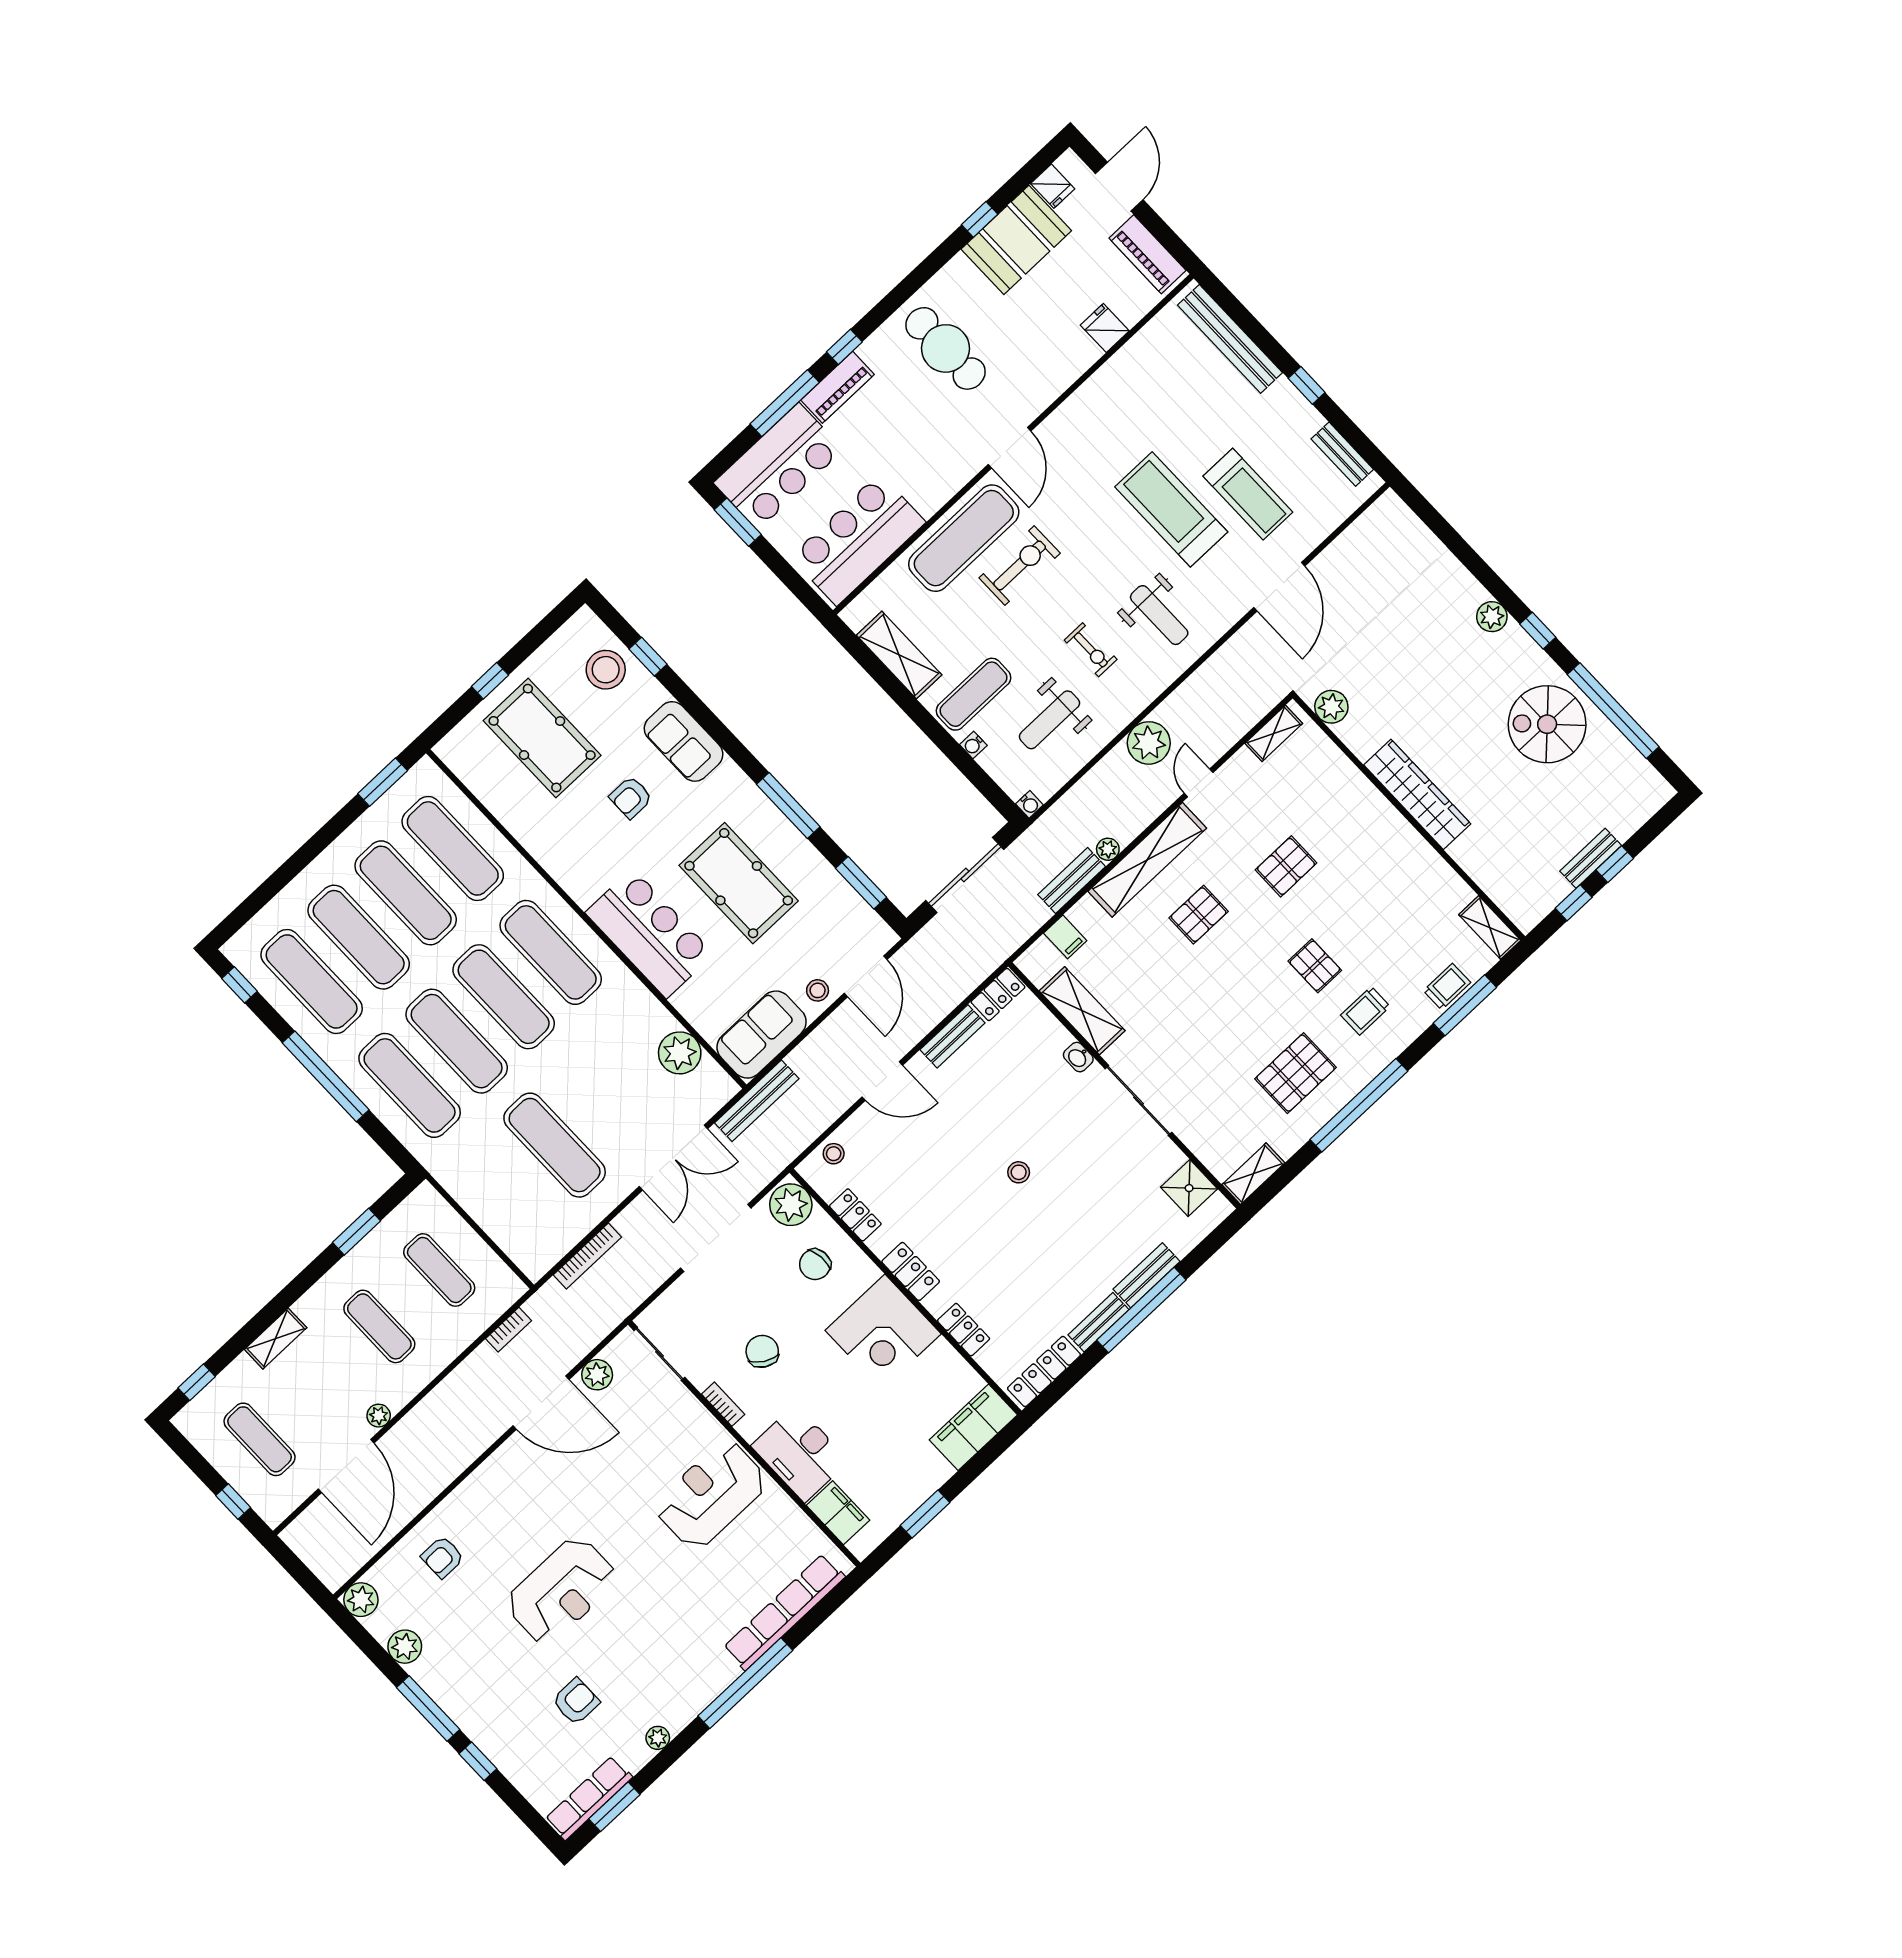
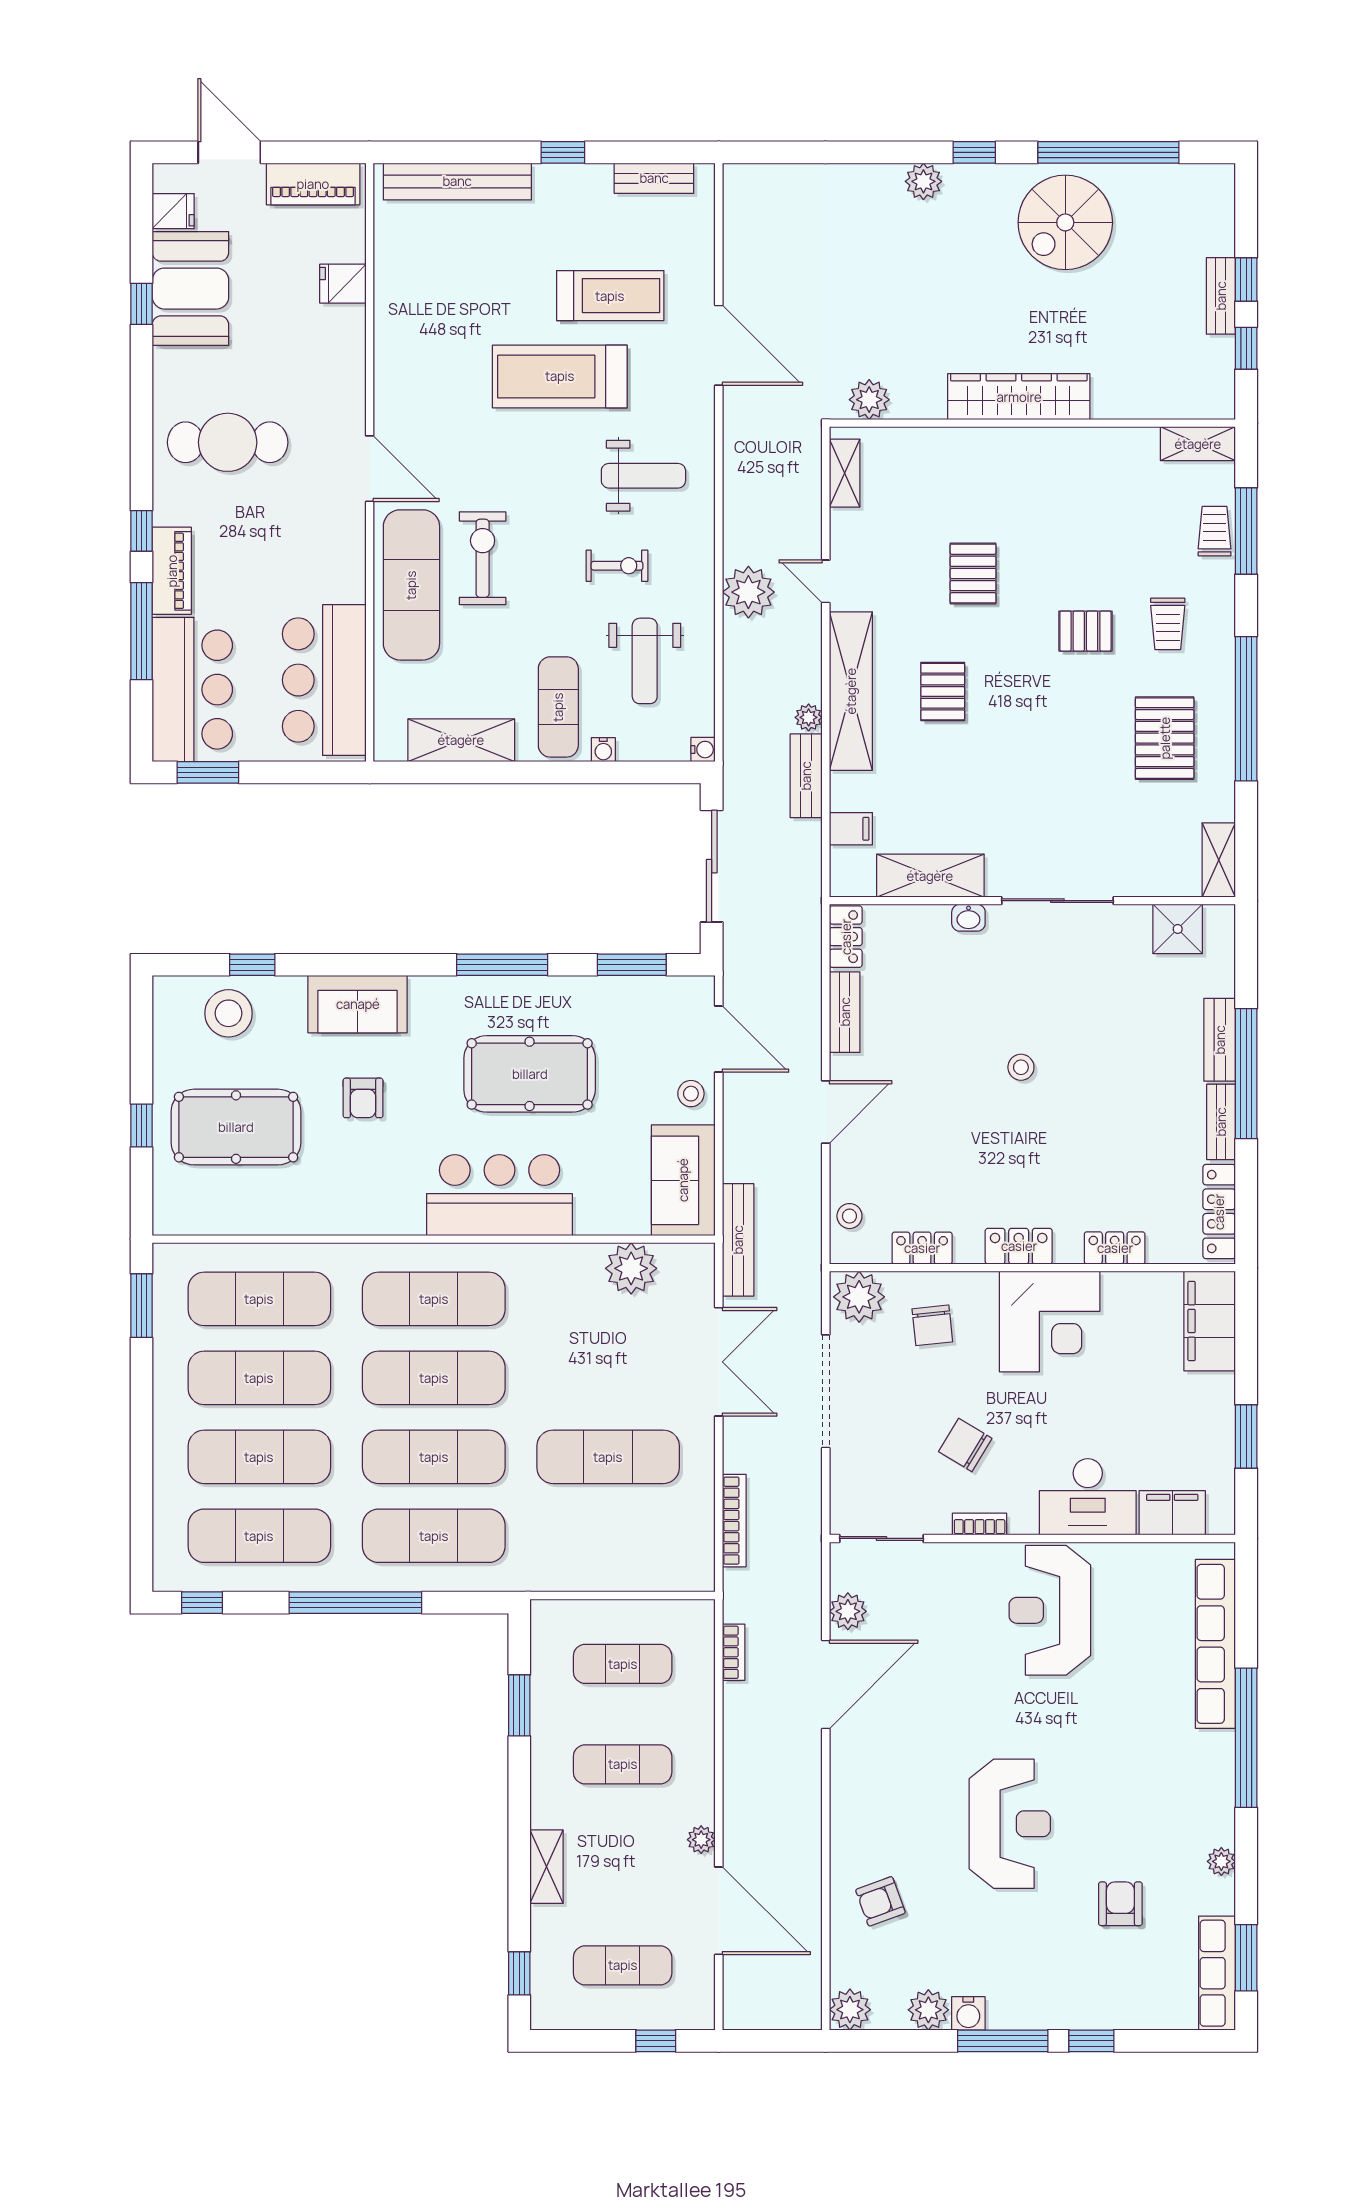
armchair: (443, 1557) -> (880, 1901), turned 70
water cooler: (425, 1672) -> (968, 2013), added

